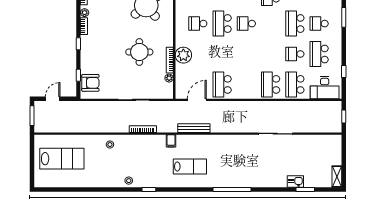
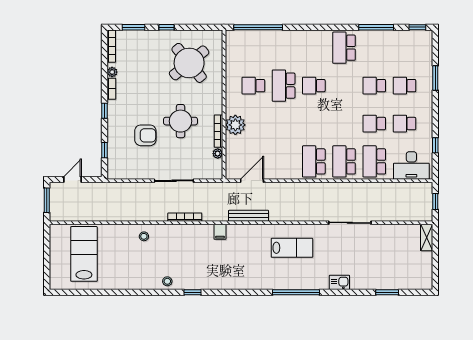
school desk: (295, 24) -> (374, 86), width x0.54
school desk: (319, 54) -> (405, 124), width x0.54
armchair: (90, 83) -> (145, 135), moved
school desk: (222, 84) -> (314, 161), moved
lab bench: (62, 159) -> (84, 254), turned -90
lab bench: (190, 166) -> (292, 248), moved
shelving: (337, 177) -> (427, 237), moved
kitchen sink: (295, 181) -> (339, 282), moved

